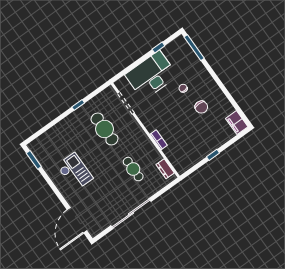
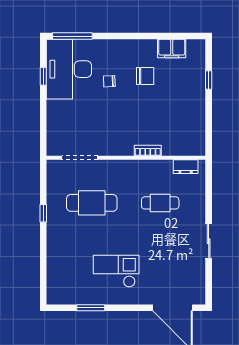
desk: (151, 75) -> (69, 69), moved
filing cabinet: (237, 123) -> (172, 48), moved
window: (213, 155) -> (209, 80), moved
window: (34, 160) -> (91, 308), moved
sliding door: (131, 214) -> (209, 241), width x0.54

